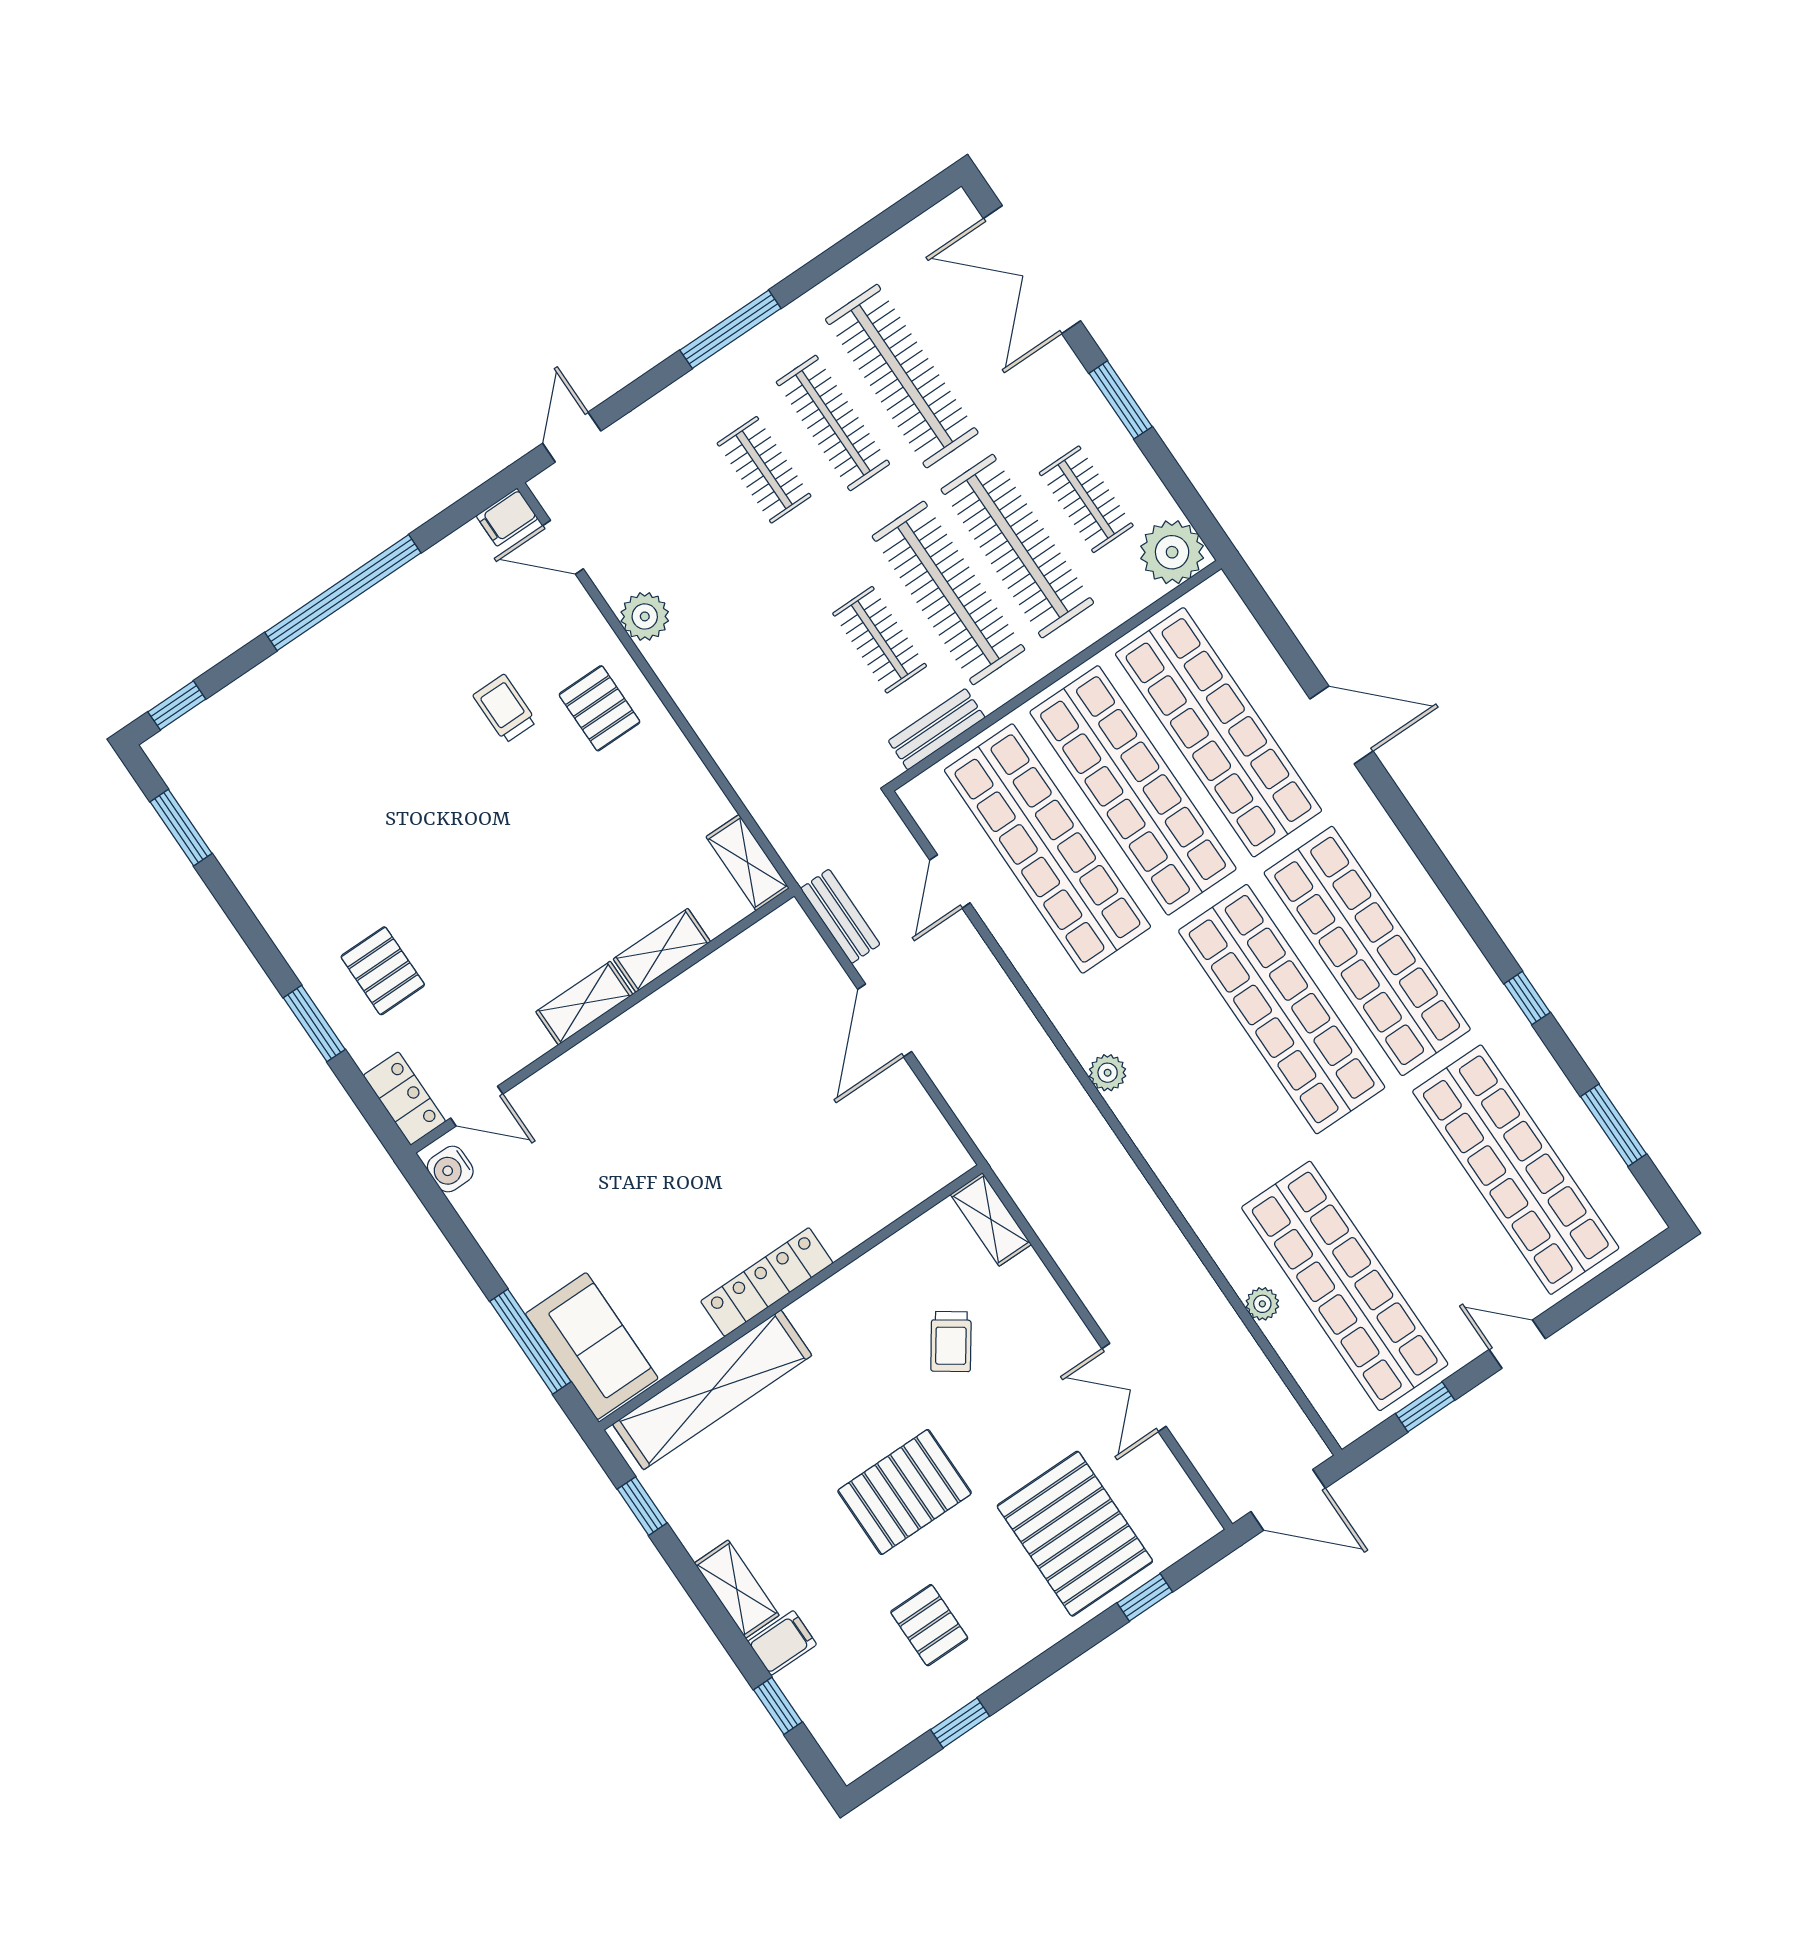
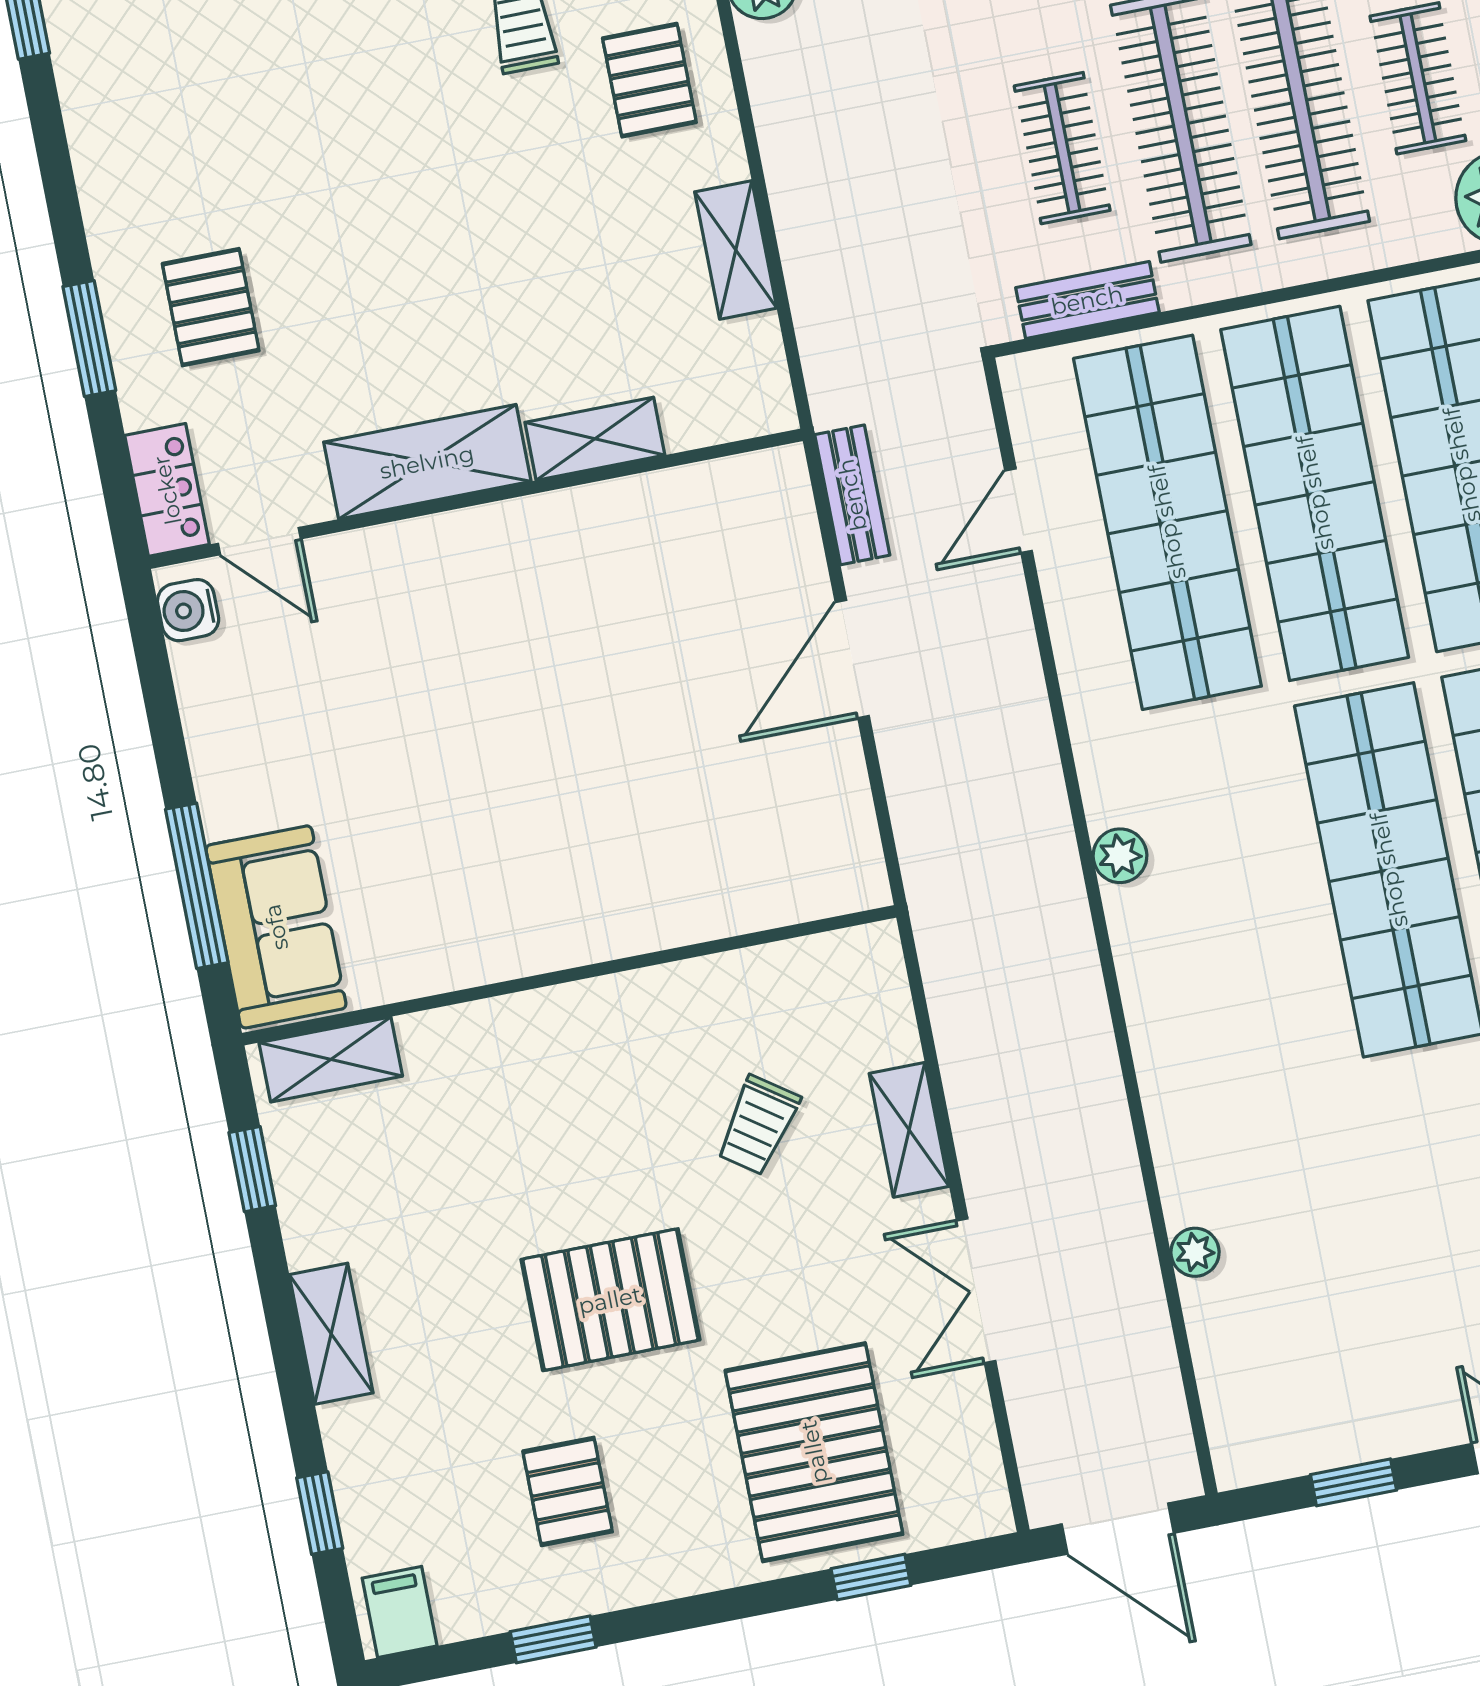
shelving: (748, 863) -> (736, 250), moved
shelving: (584, 1003) -> (427, 462), width x1.50, depth x1.33
shelving: (991, 1219) -> (909, 1130), moved
locker: (767, 1282) -> (546, 941), removed
shop shelf: (1345, 1286) -> (1315, 1275), removed
shelving: (712, 1390) -> (331, 1059), width x0.45, depth x0.75
filing cabinet: (782, 1643) -> (400, 1612), moved, turned -90

